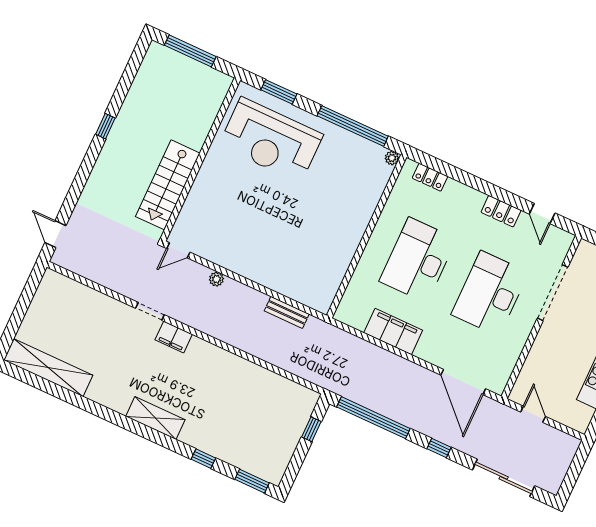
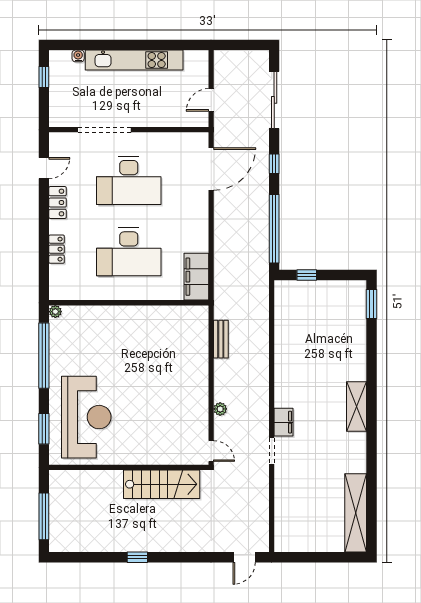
locker: (430, 177) -> (57, 249), moved
filing cabinet: (393, 332) -> (196, 277), moved
window: (203, 459) -> (371, 352), removed

